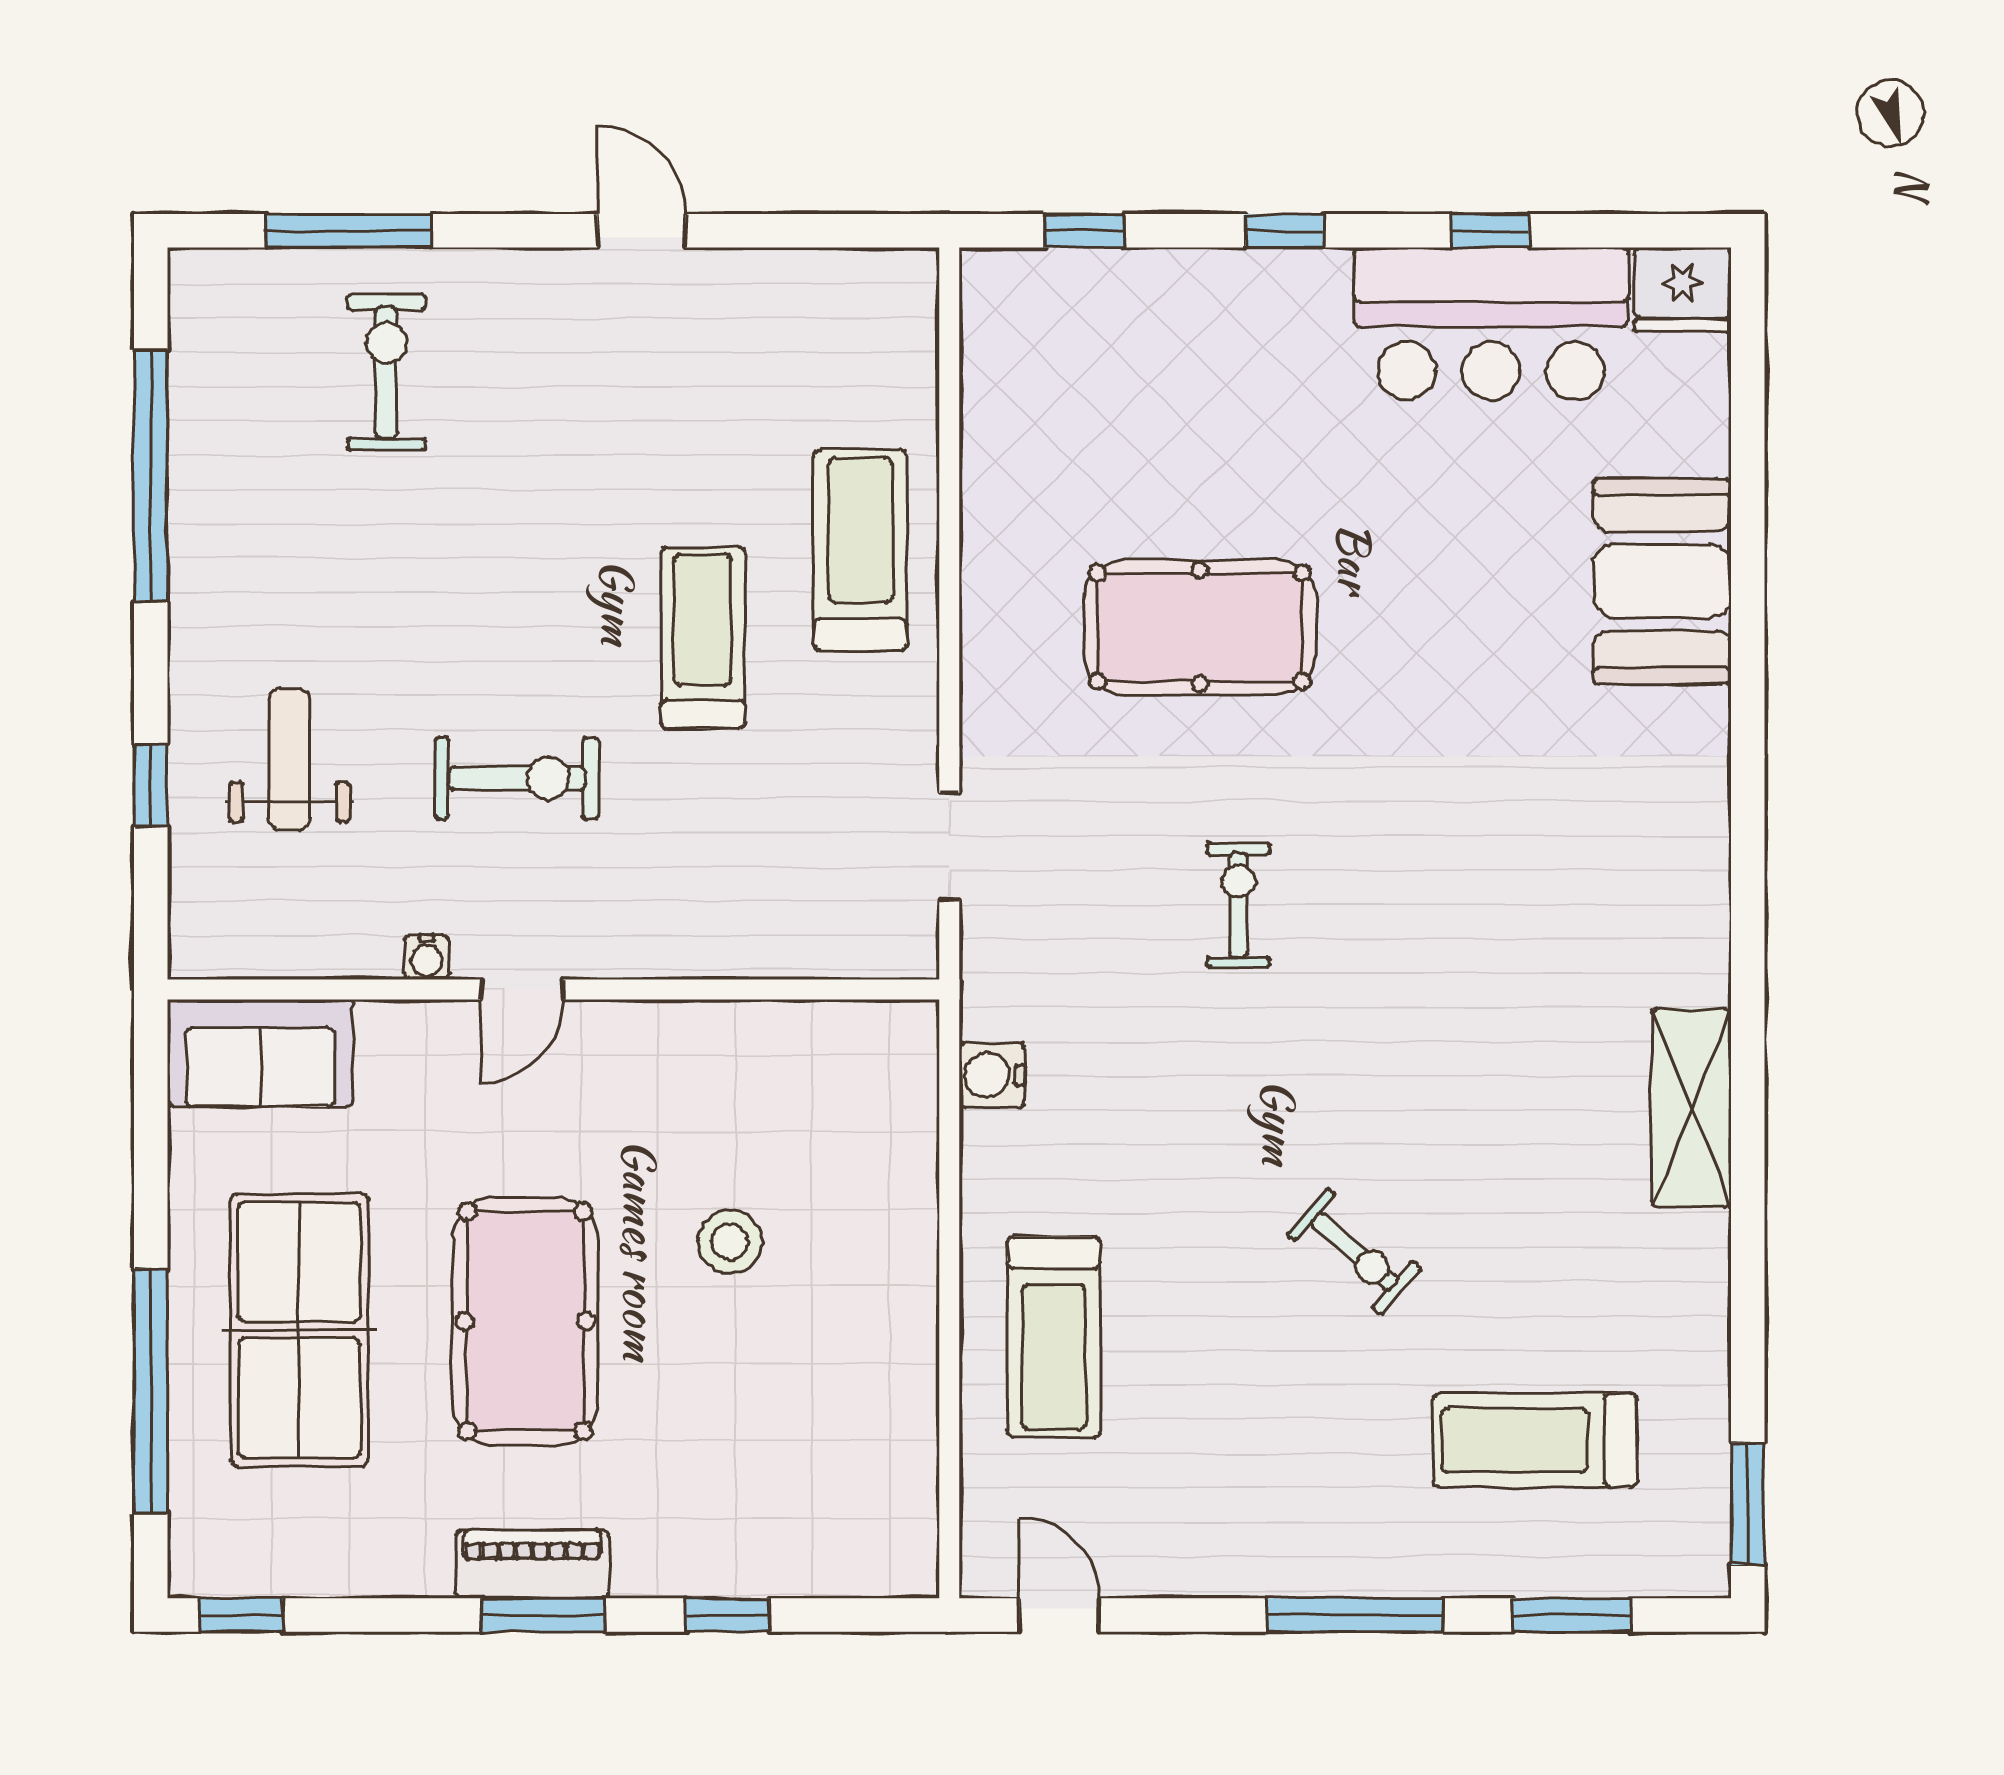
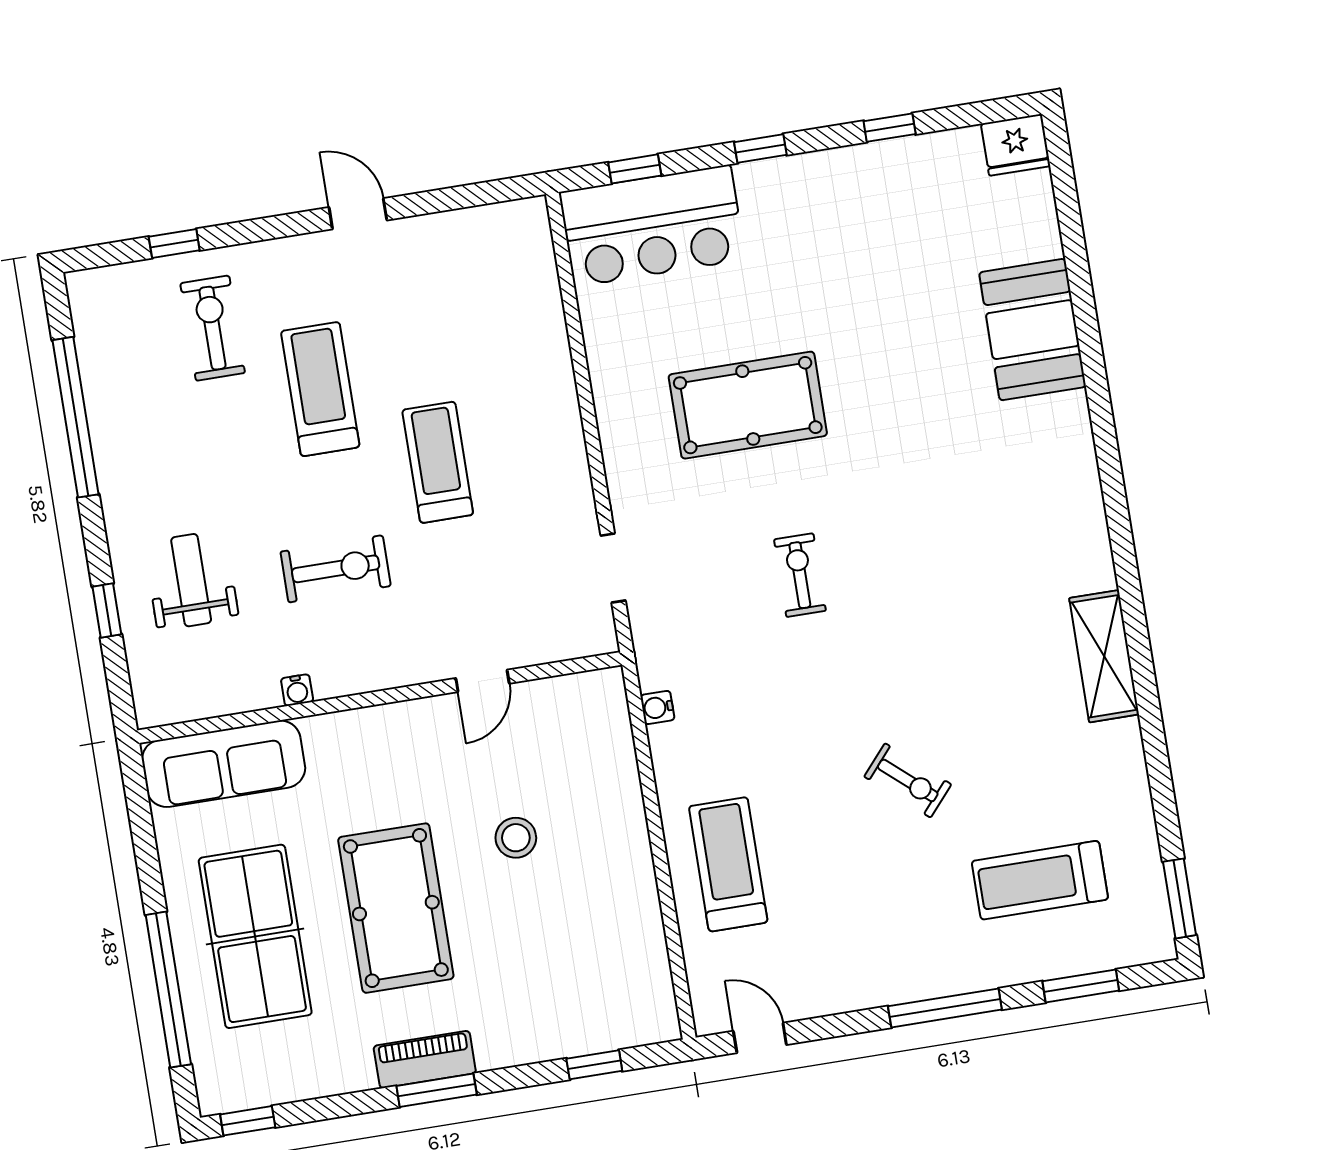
window: (348, 231) -> (174, 243), width x0.46
bar counter: (1491, 324) -> (652, 226), moved
treadmill: (860, 550) -> (320, 389), moved
door: (522, 990) -> (483, 681), moved
sofa: (260, 1053) -> (224, 764), width x1.36
water cooler: (992, 1075) -> (657, 708), width x0.72, depth x0.72
treadmill: (1054, 1337) -> (728, 864), turned 180
window: (727, 1615) -> (594, 1065), moved

